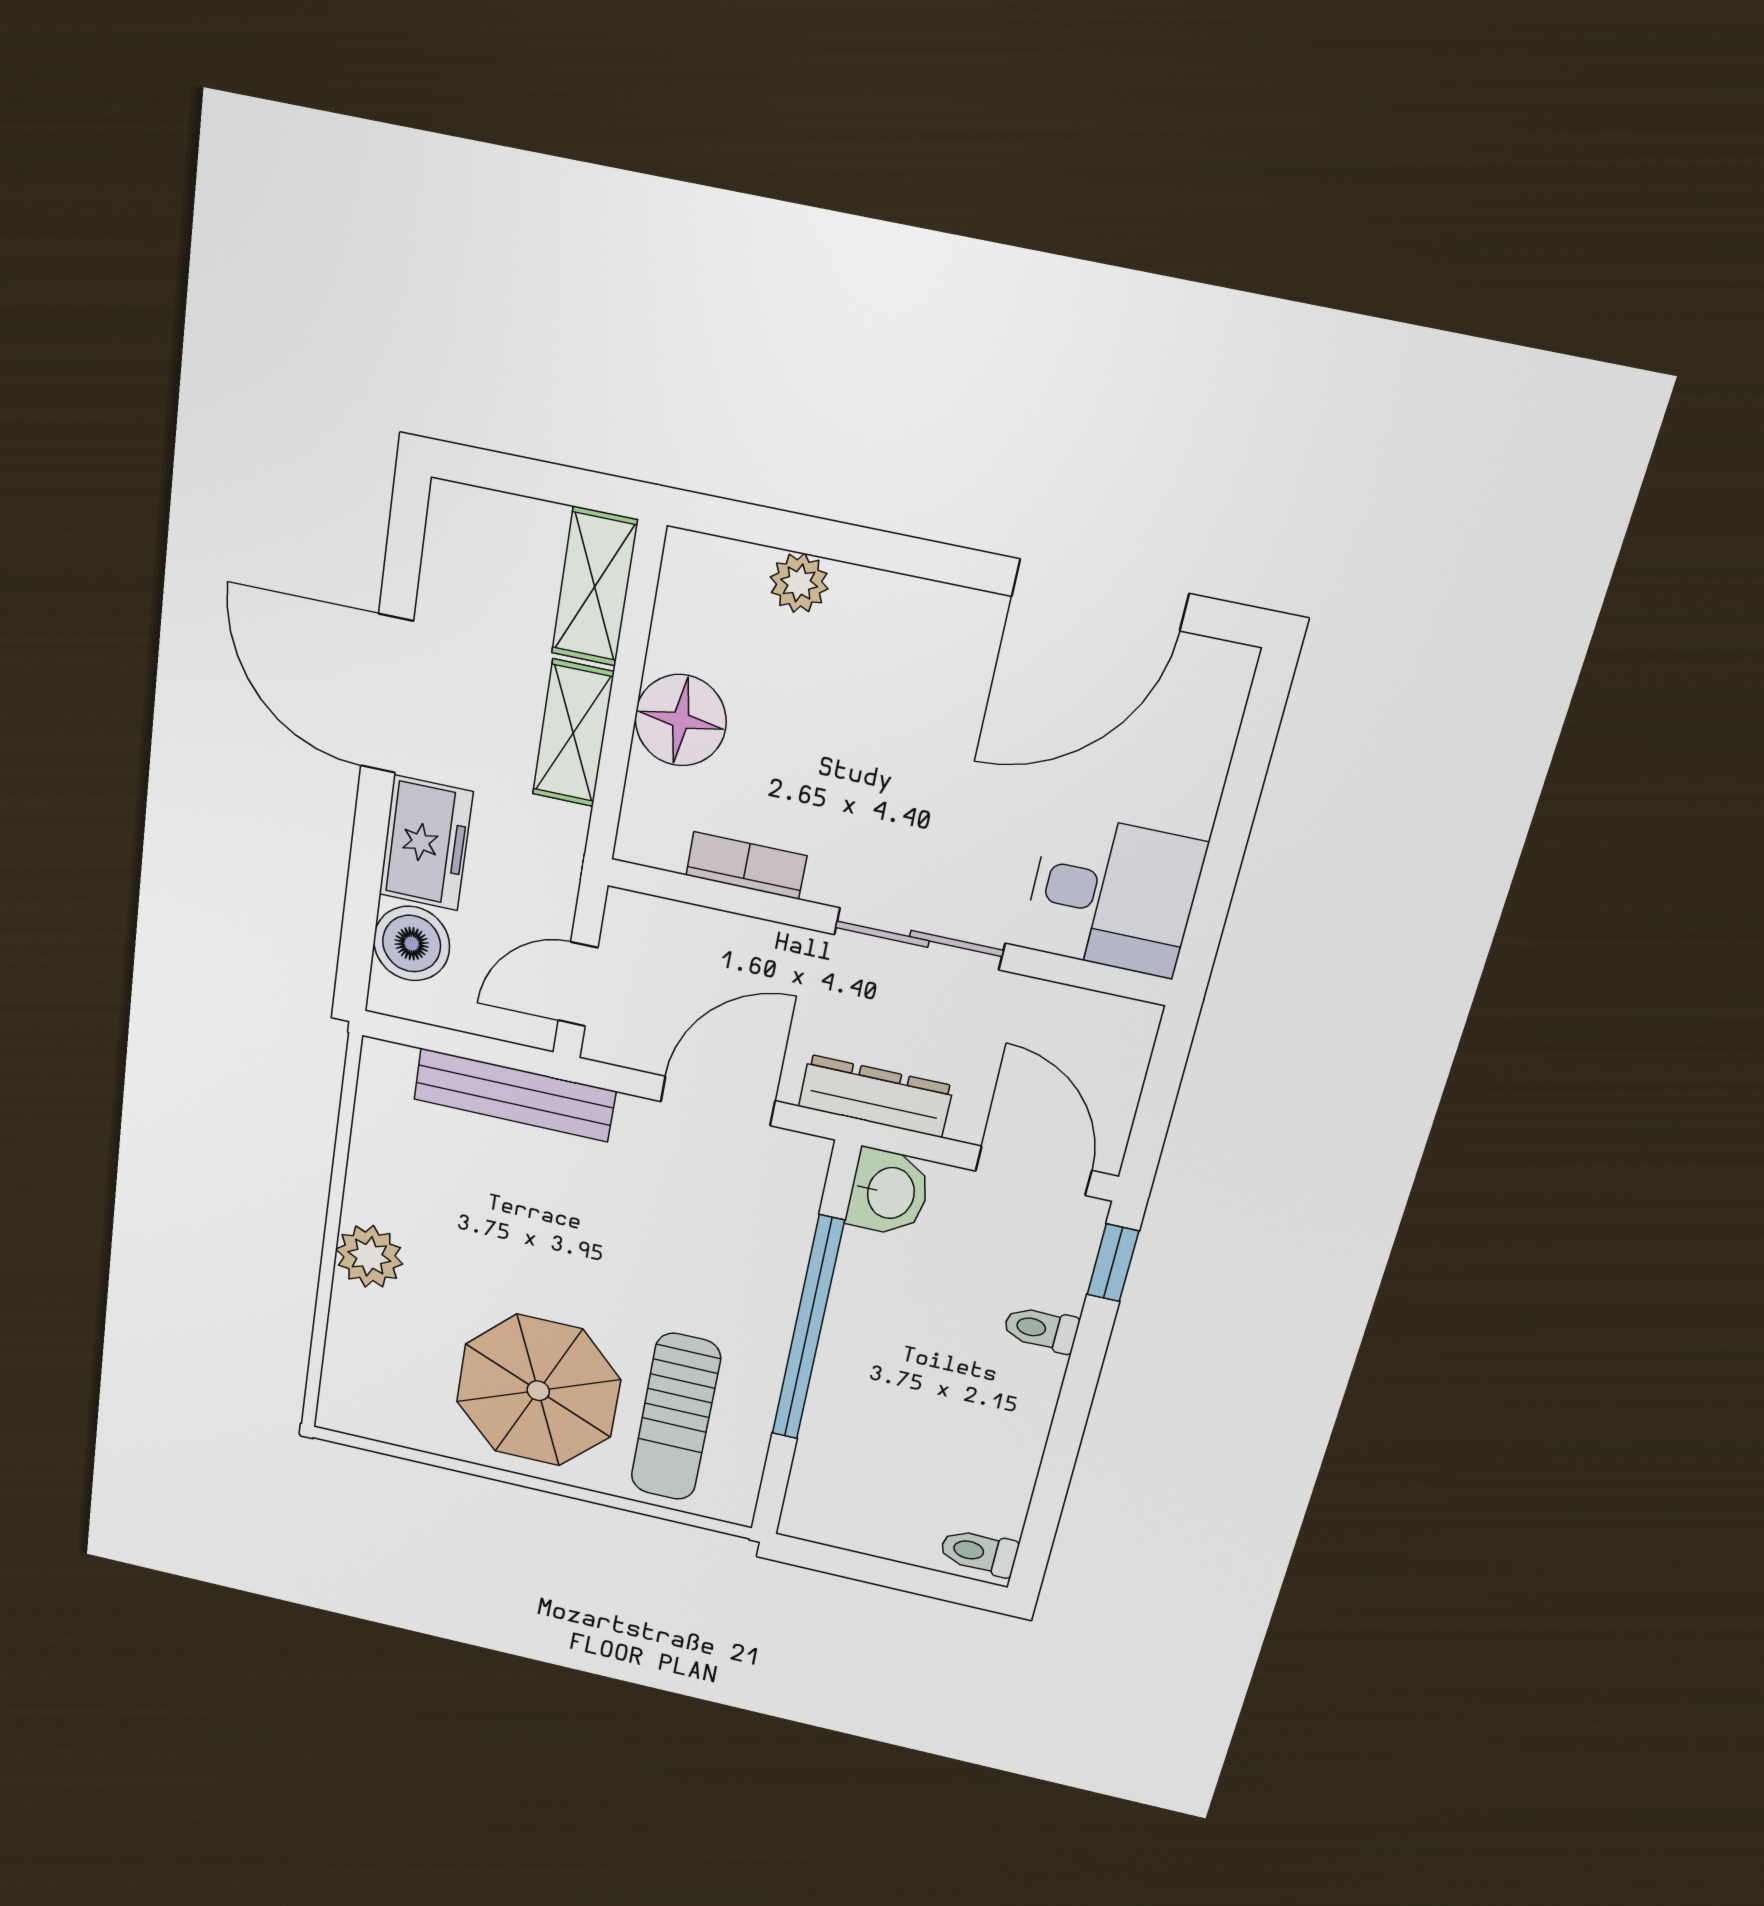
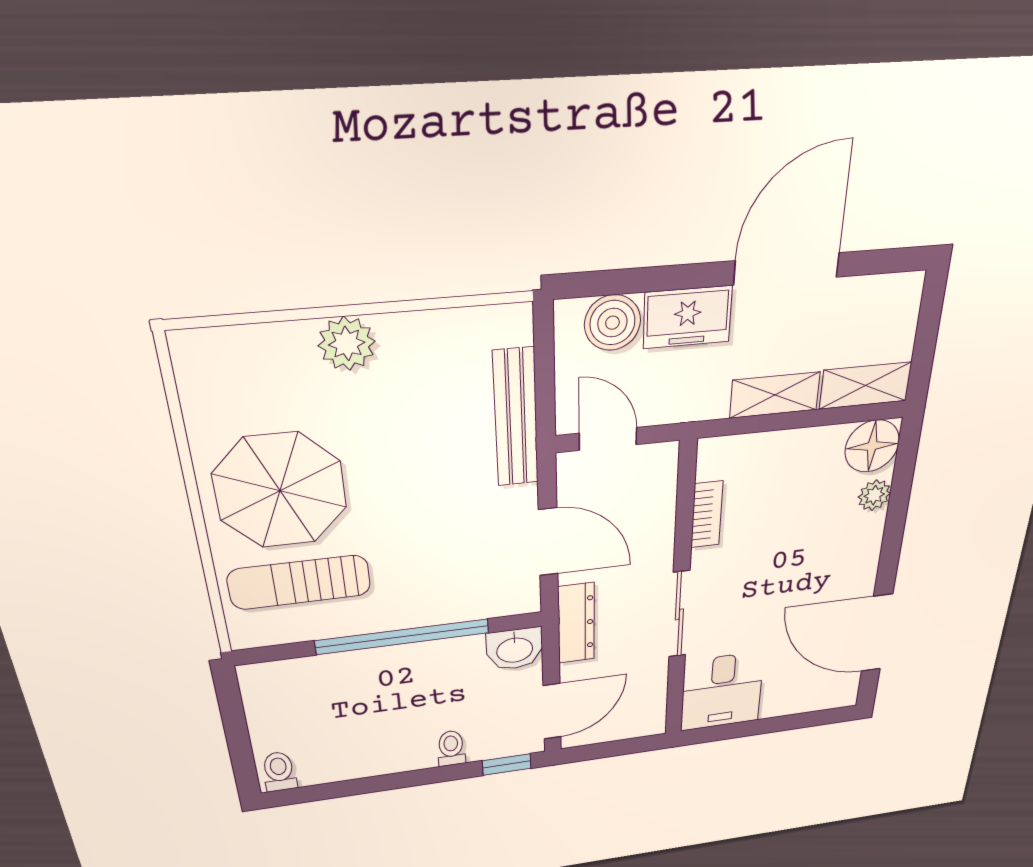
floor lamp: (681, 720) -> (872, 446), moved

